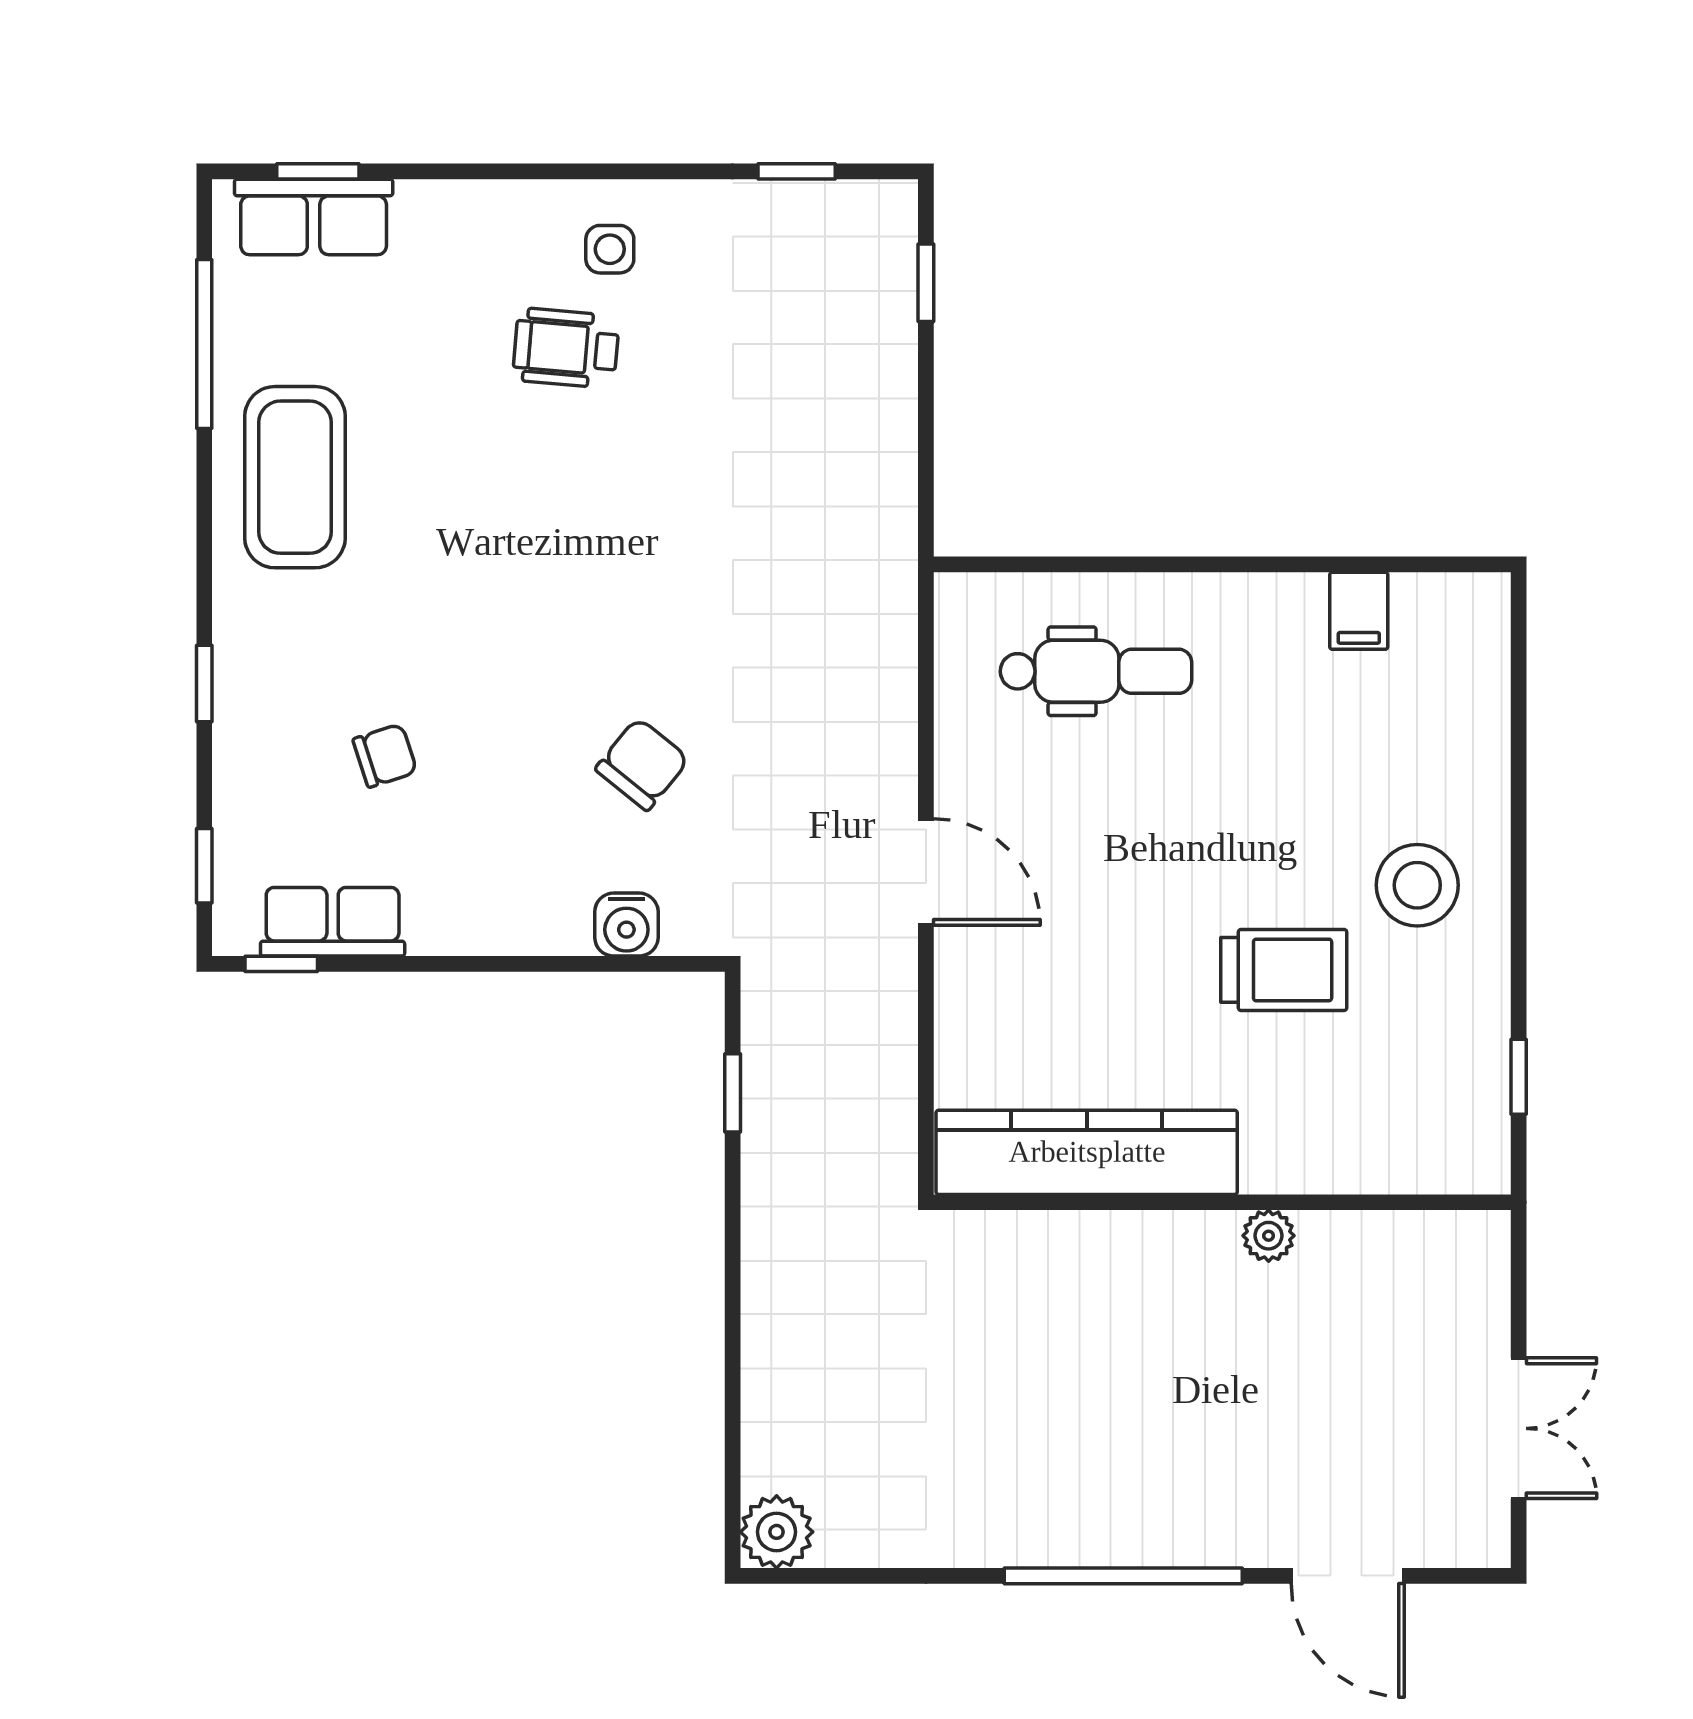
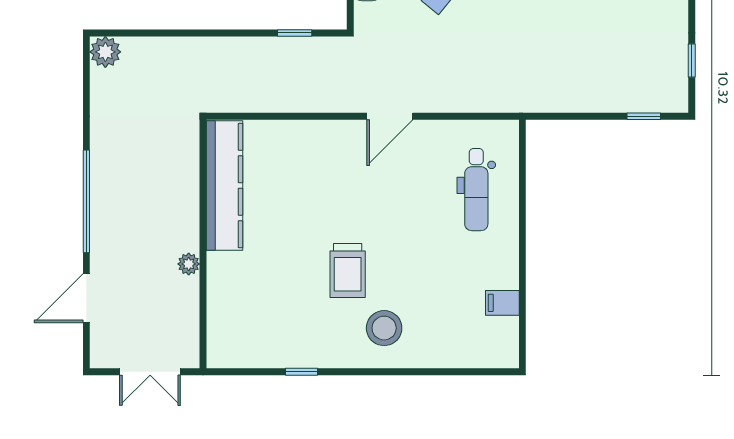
kitchen counter: (1087, 1152) -> (225, 186), moved
wall: (1222, 1202) -> (203, 244), moved
plant: (1269, 1236) -> (189, 264), moved

